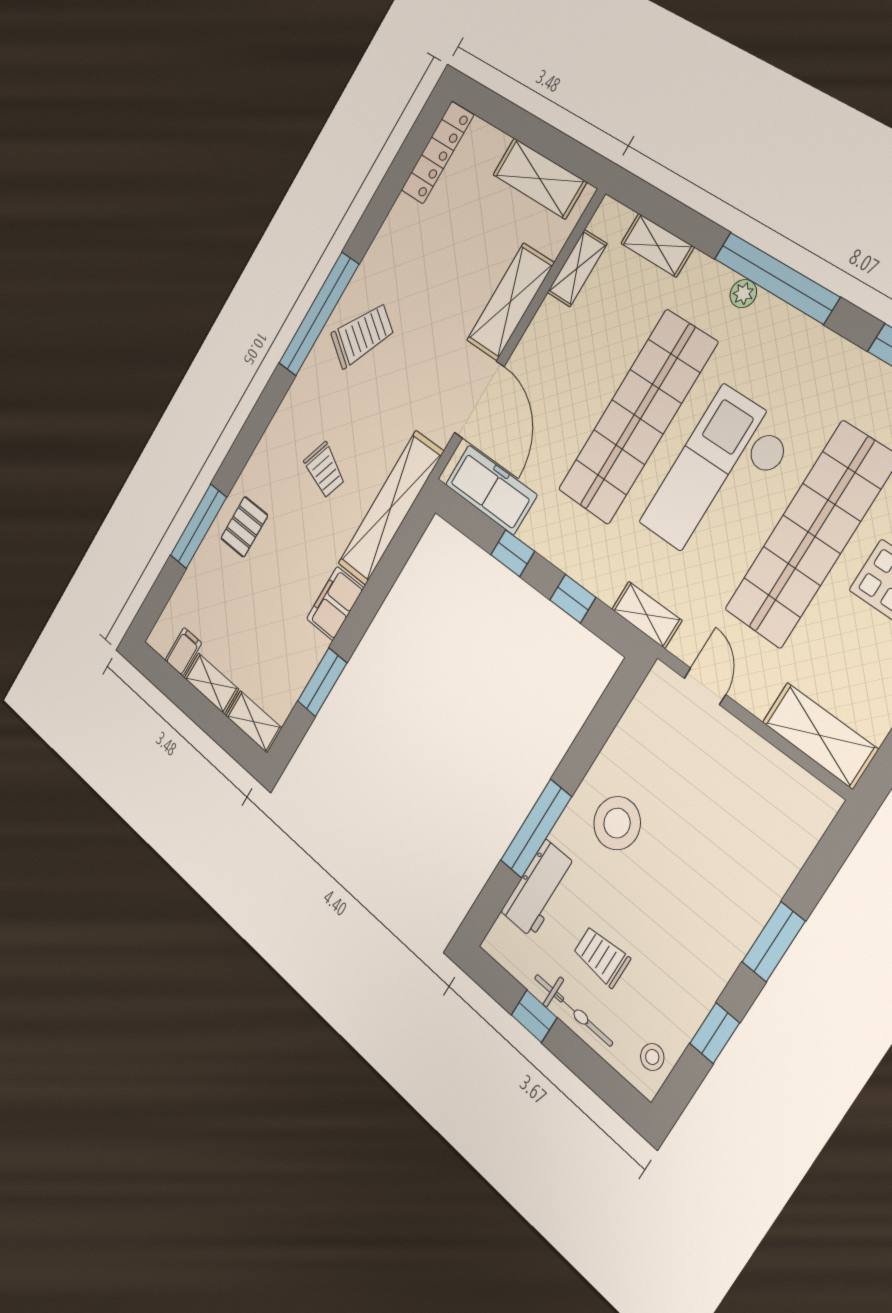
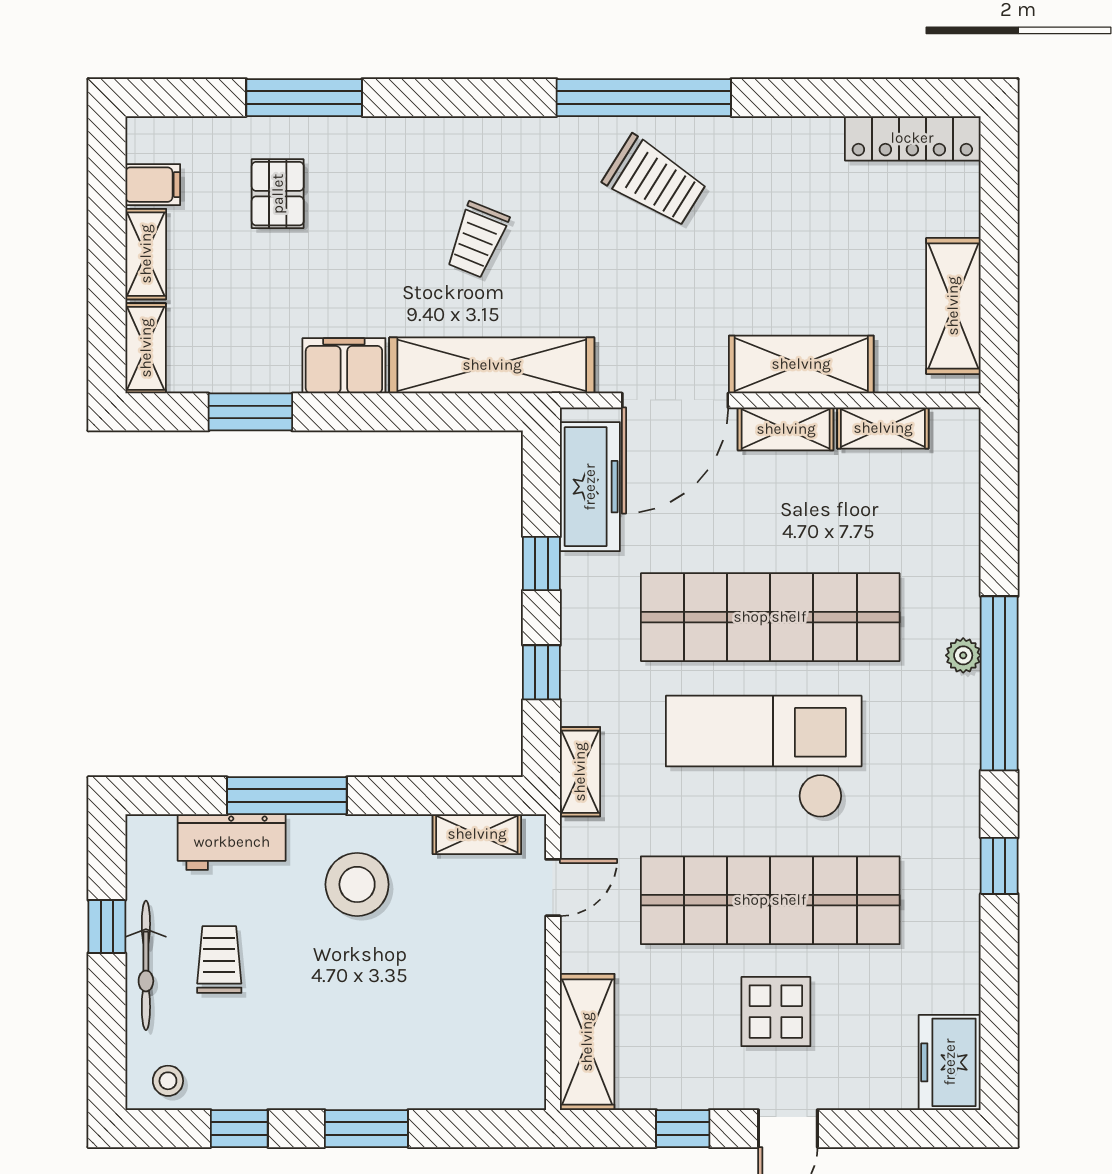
shelving: (657, 245) -> (786, 429), moved, turned 90
pallet: (244, 527) -> (278, 194), moved, turned 90
shelving: (639, 715) -> (477, 834), added

